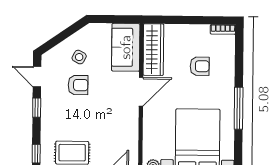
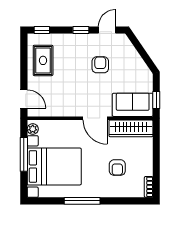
window: (120, 19) -> (156, 100), added
side table: (79, 57) -> (124, 66), removed
armchair: (78, 85) -> (100, 65), turned 180

